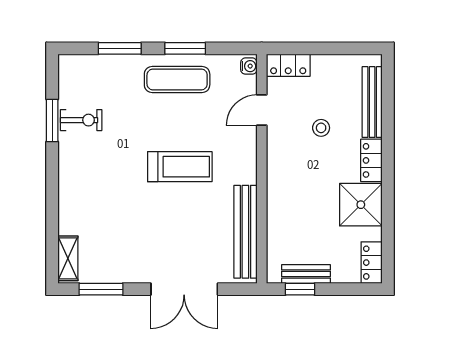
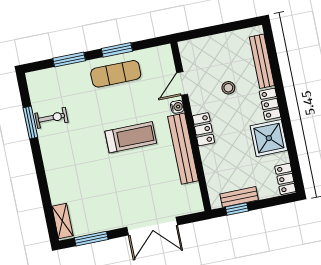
locker: (288, 65) -> (203, 129), moved, turned -90
water cooler: (249, 66) -> (177, 107), moved
bench: (245, 232) -> (183, 149), moved

